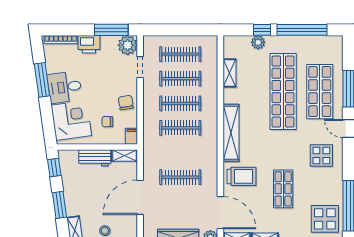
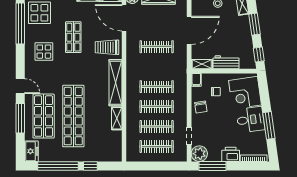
plant: (258, 42) -> (94, 156), removed
freezer: (335, 48) -> (31, 151), added
shelving: (230, 73) -> (117, 118), moved
display table: (321, 156) -> (44, 52), moved

